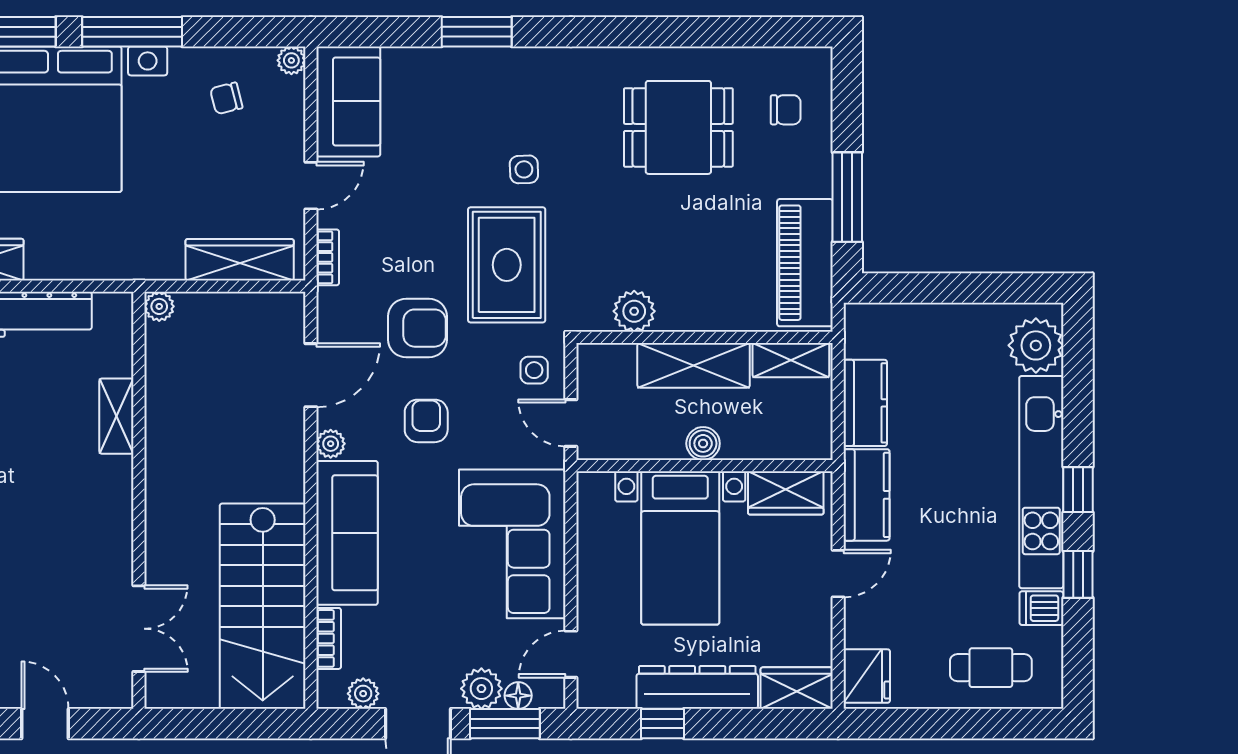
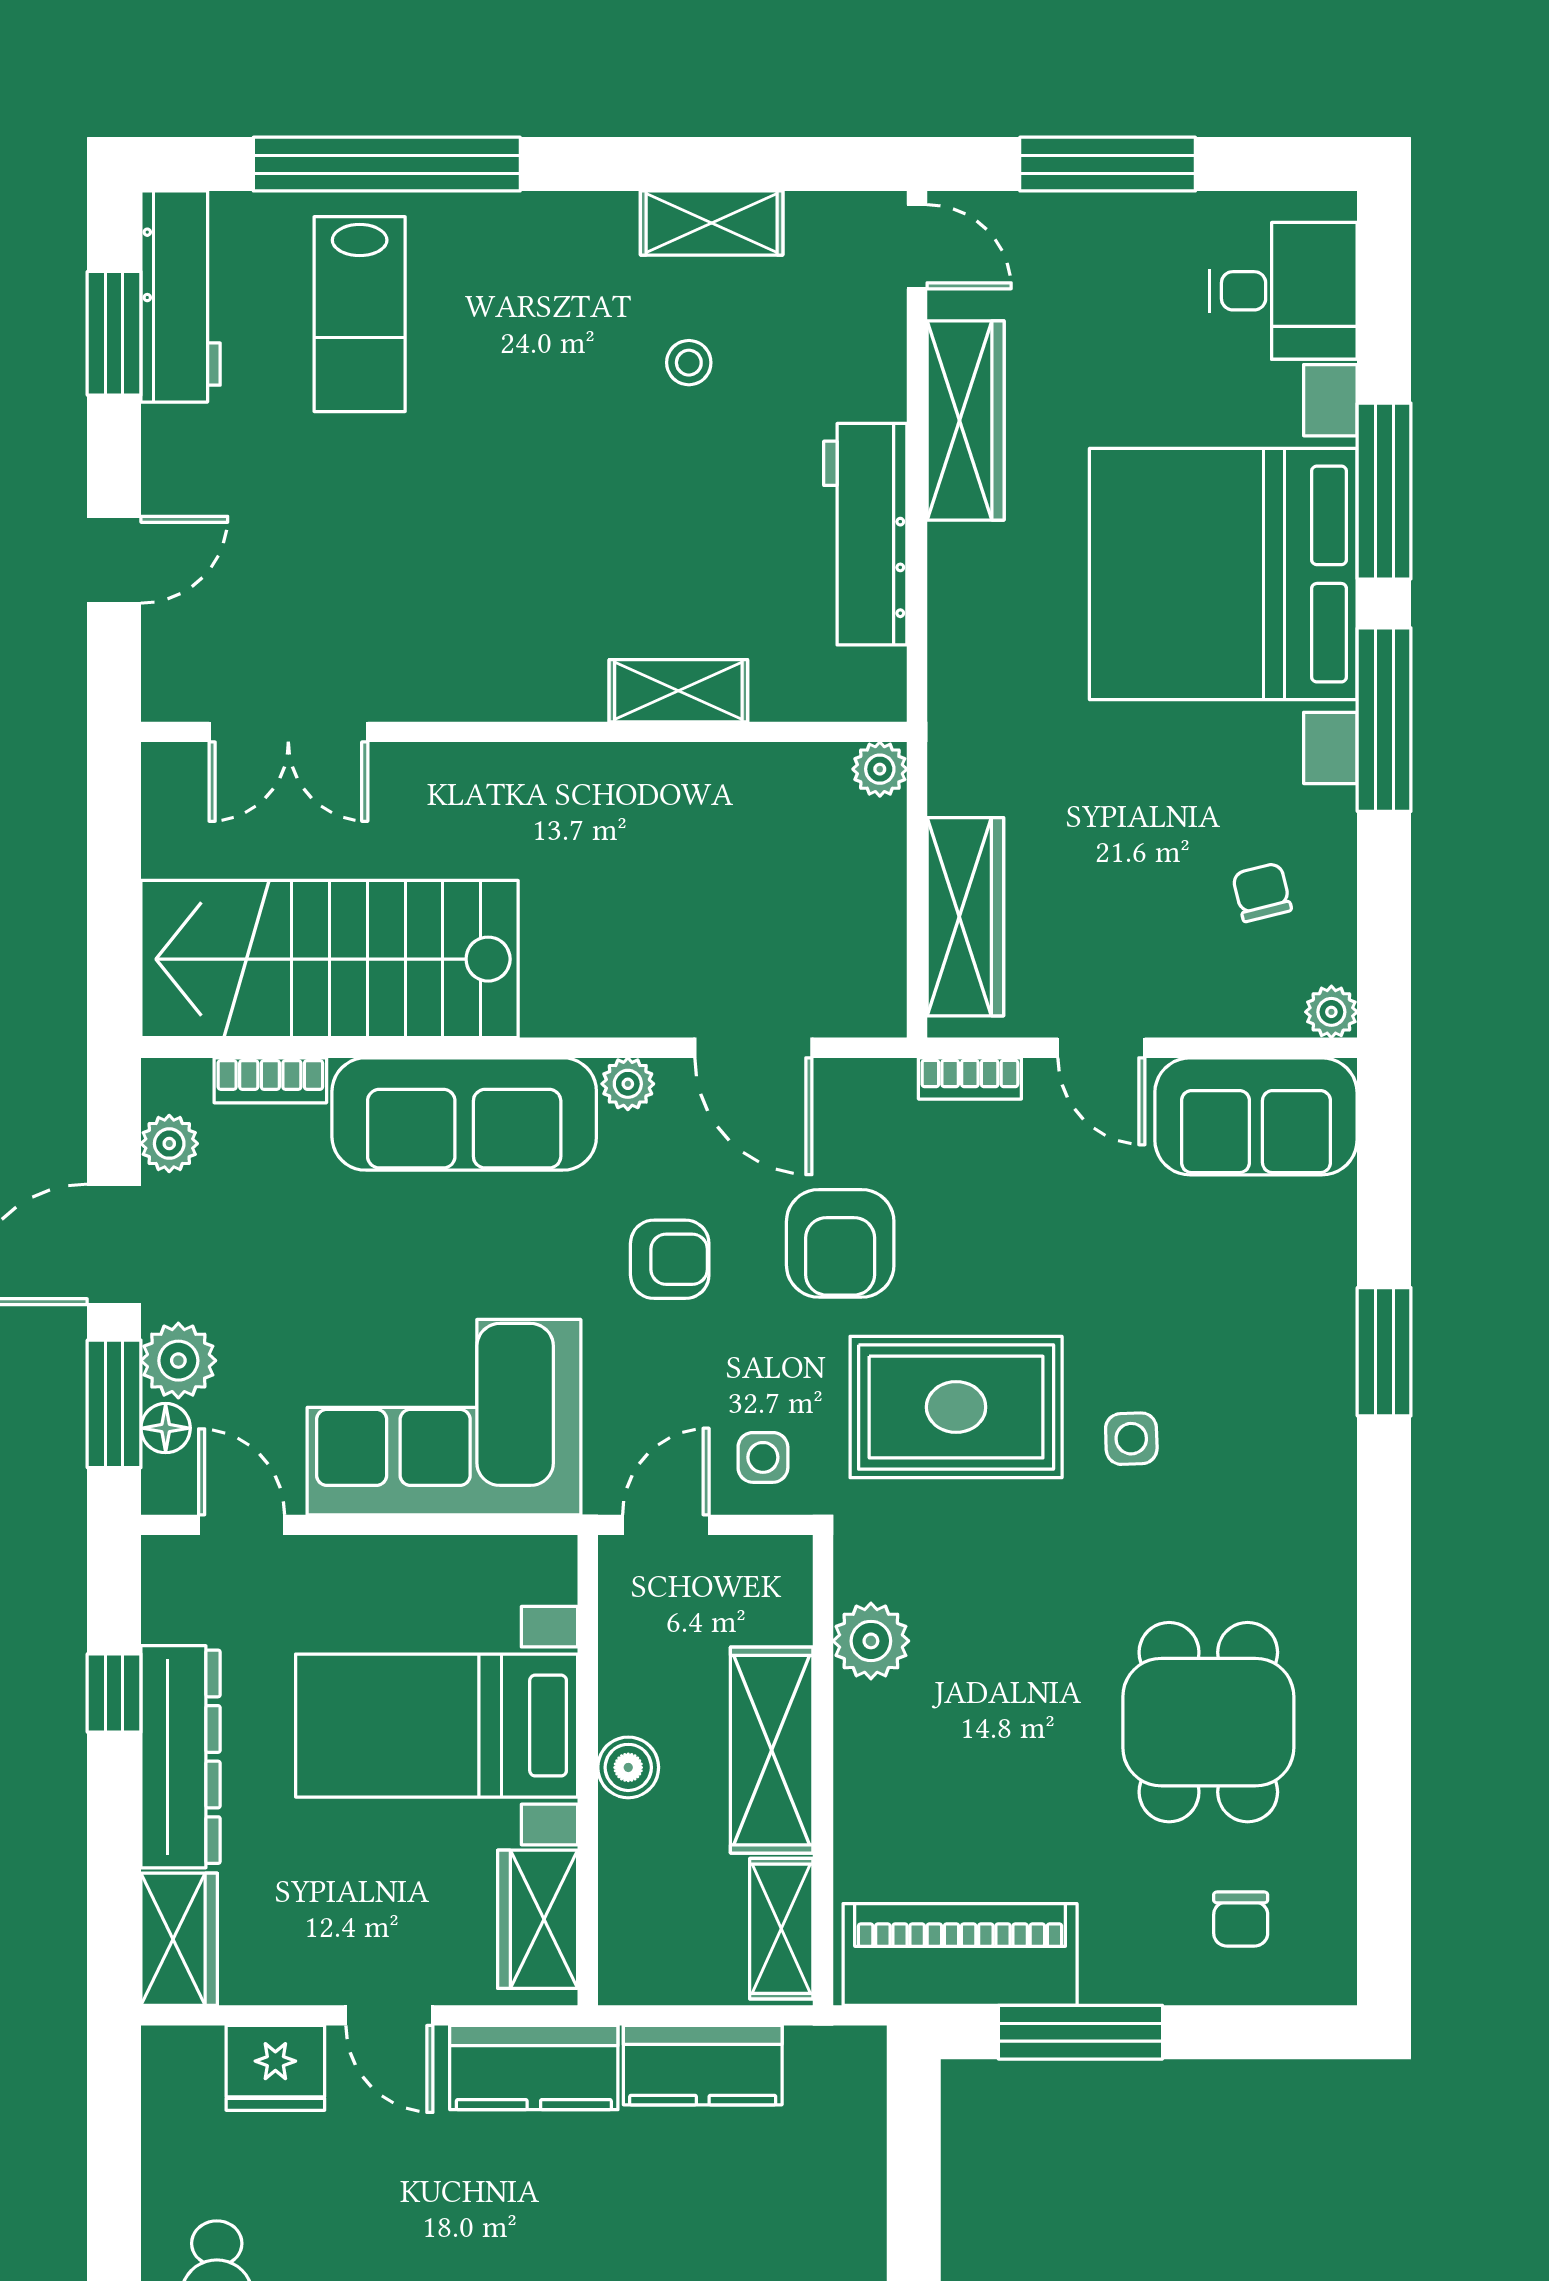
fridge: (867, 676) -> (275, 2068), moved

